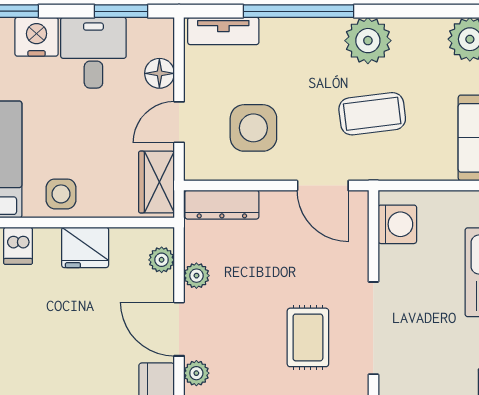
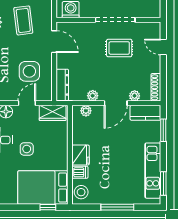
door: (179, 122) -> (27, 103), swing flipped
door: (323, 186) -> (54, 42), hinge flipped
side table: (61, 194) -> (27, 149), moved
fridge: (85, 247) -> (81, 155), moved

